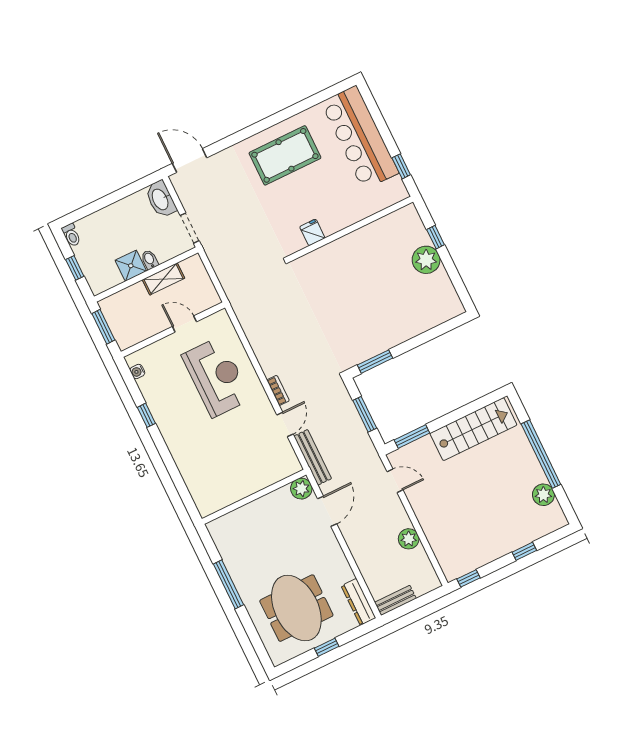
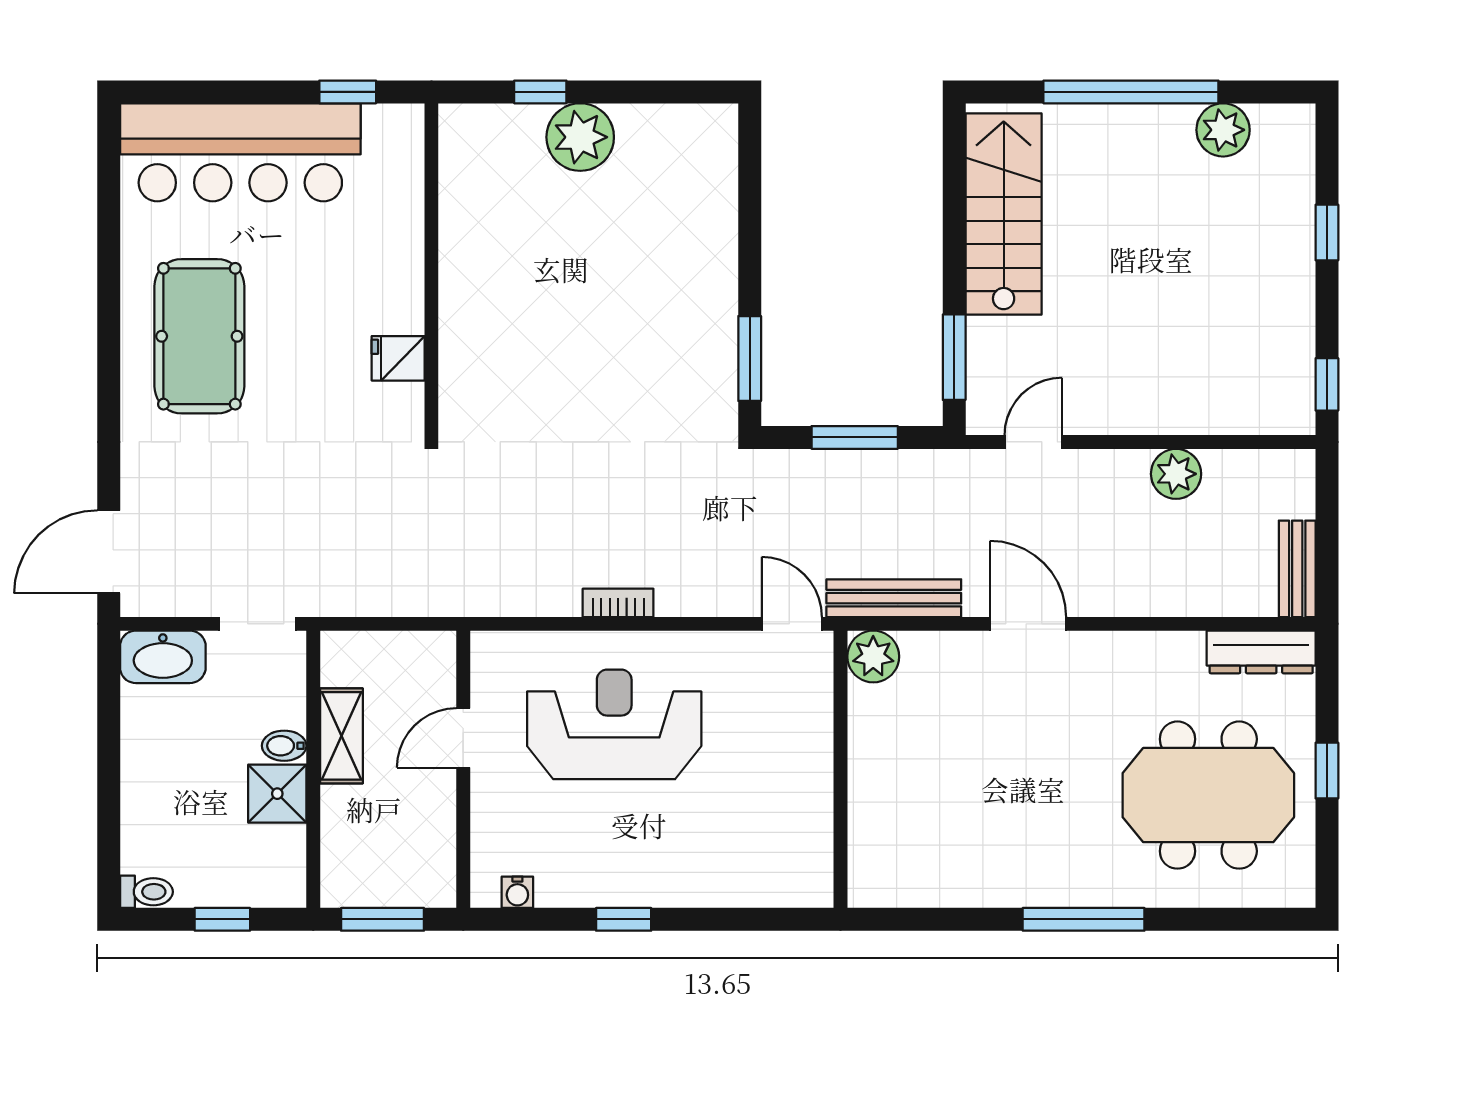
bookcase: (278, 390) -> (618, 603), moved
plant: (301, 489) -> (873, 657), moved
wall: (254, 497) -> (841, 769), moved

